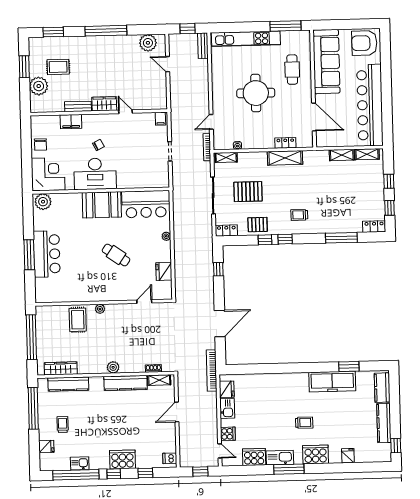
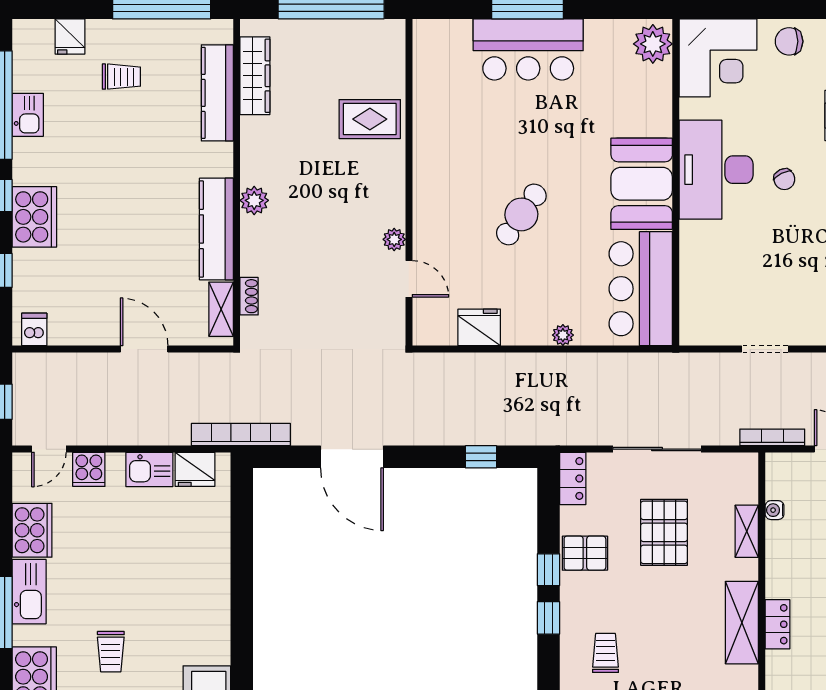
shelving: (226, 157) -> (747, 531), moved
pallet: (258, 225) -> (585, 553), turned 90
plant: (100, 309) -> (394, 239), moved

